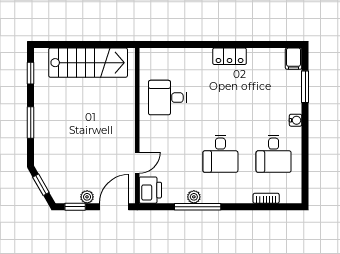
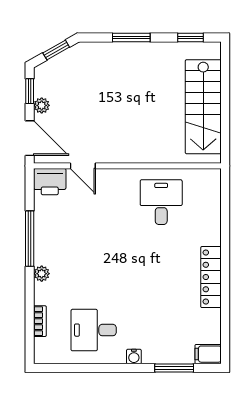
locker: (230, 56) -> (211, 277), width x1.53
desk: (220, 154) -> (94, 266), removed
plant: (194, 197) -> (42, 274), moved

